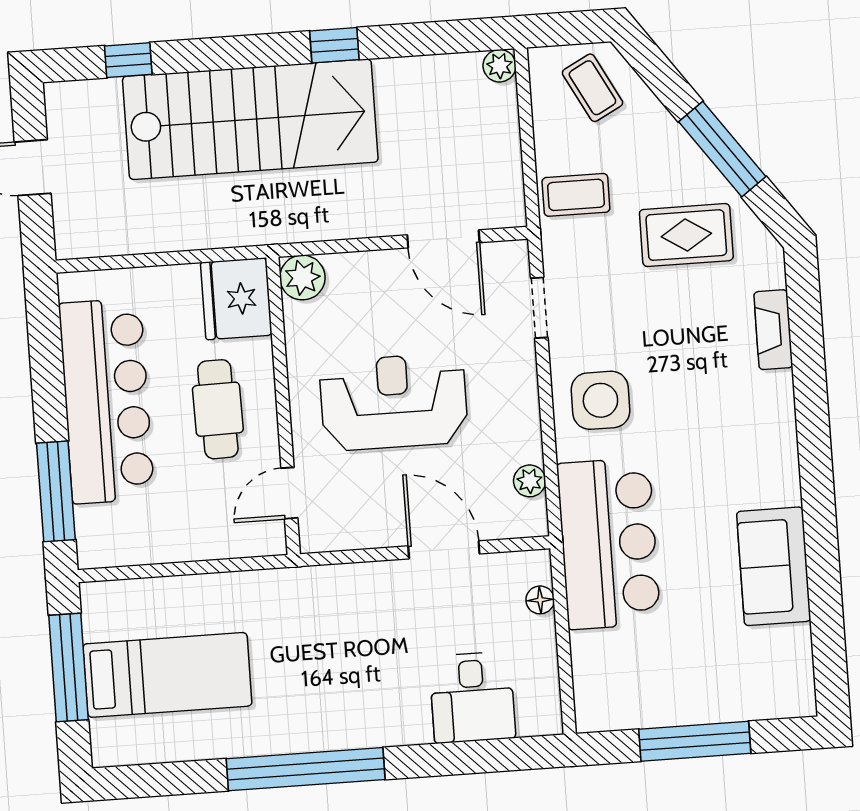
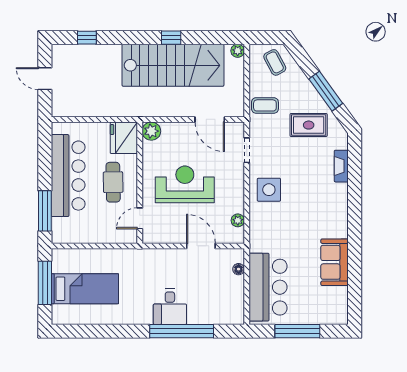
stairs: (250, 119) -> (173, 65), moved
bar counter: (609, 544) -> (268, 287), moved
desk: (472, 697) -> (170, 307), moved
window: (306, 769) -> (182, 331), moved

